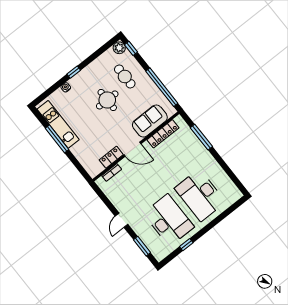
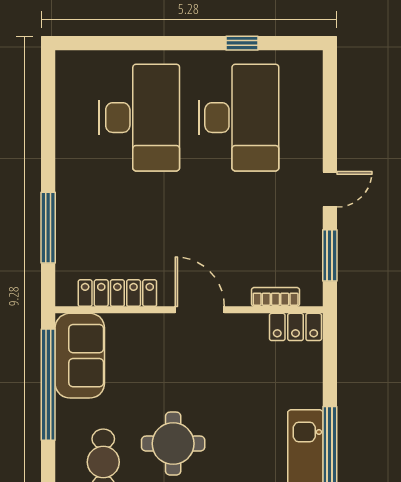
sofa: (150, 121) -> (80, 356), moved, turned -90
locker: (111, 157) -> (295, 327), moved
desk: (169, 220) -> (239, 118), turned 180
window: (142, 246) -> (330, 255), moved

